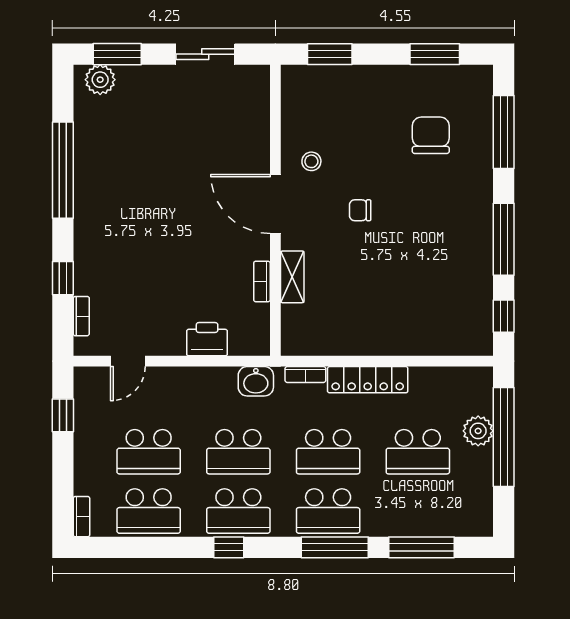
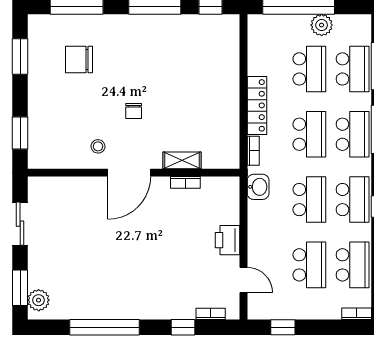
printer: (207, 339) -> (227, 240), moved
plant: (478, 431) -> (322, 25), moved
school desk: (418, 511) -> (353, 69), added

